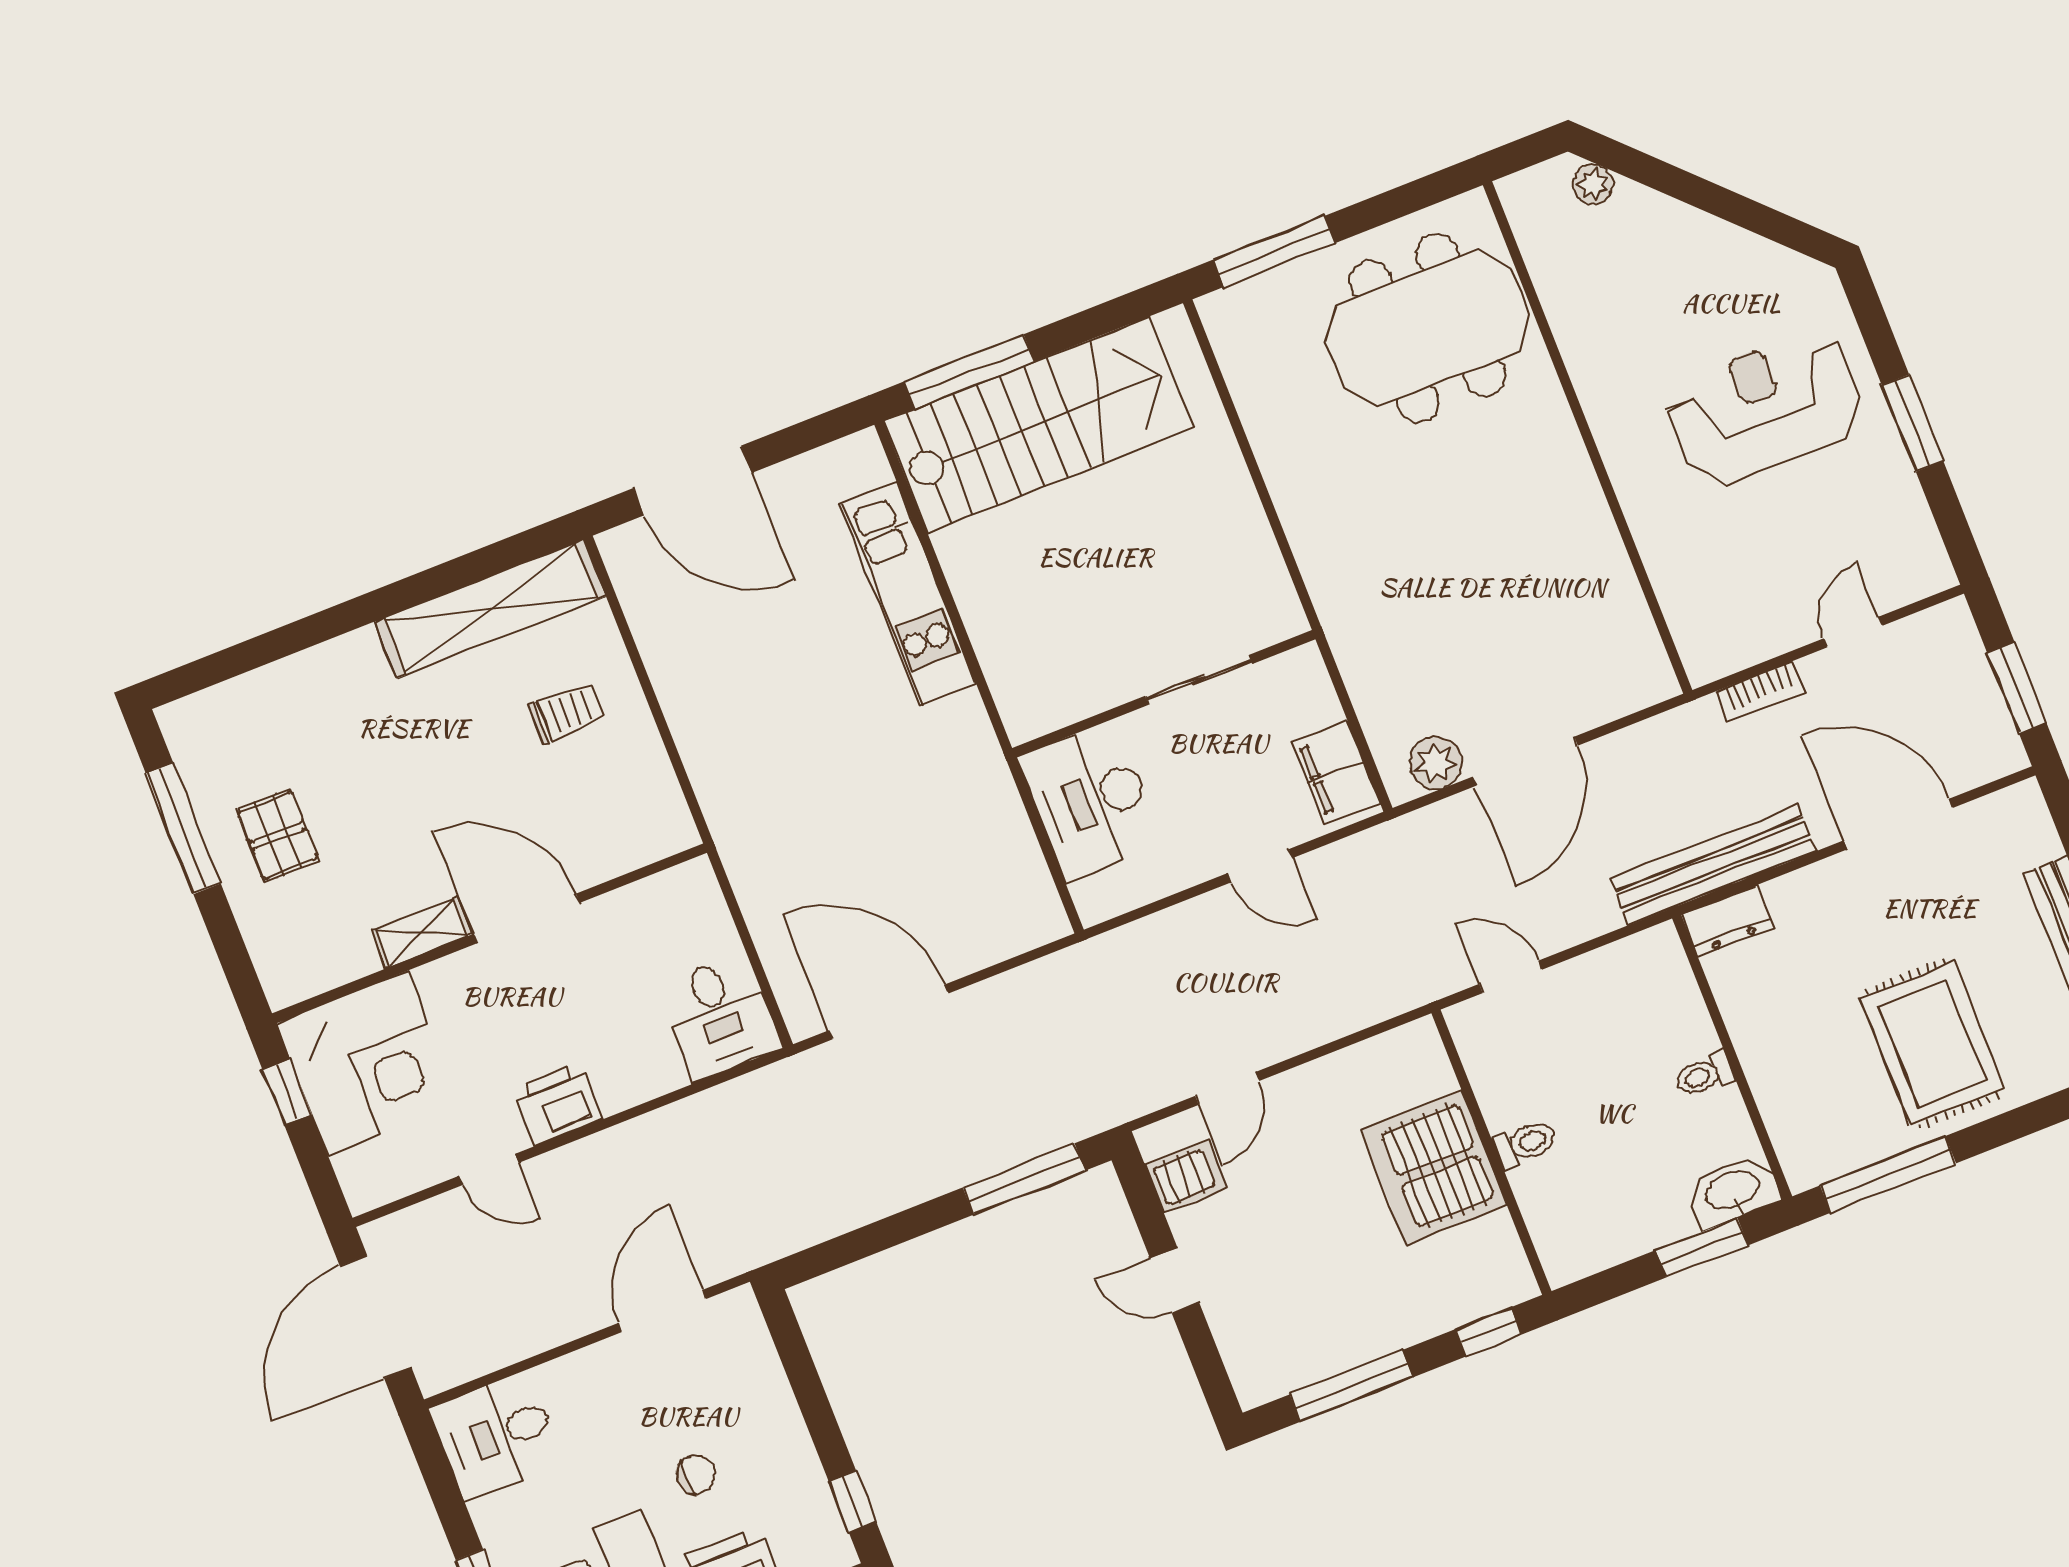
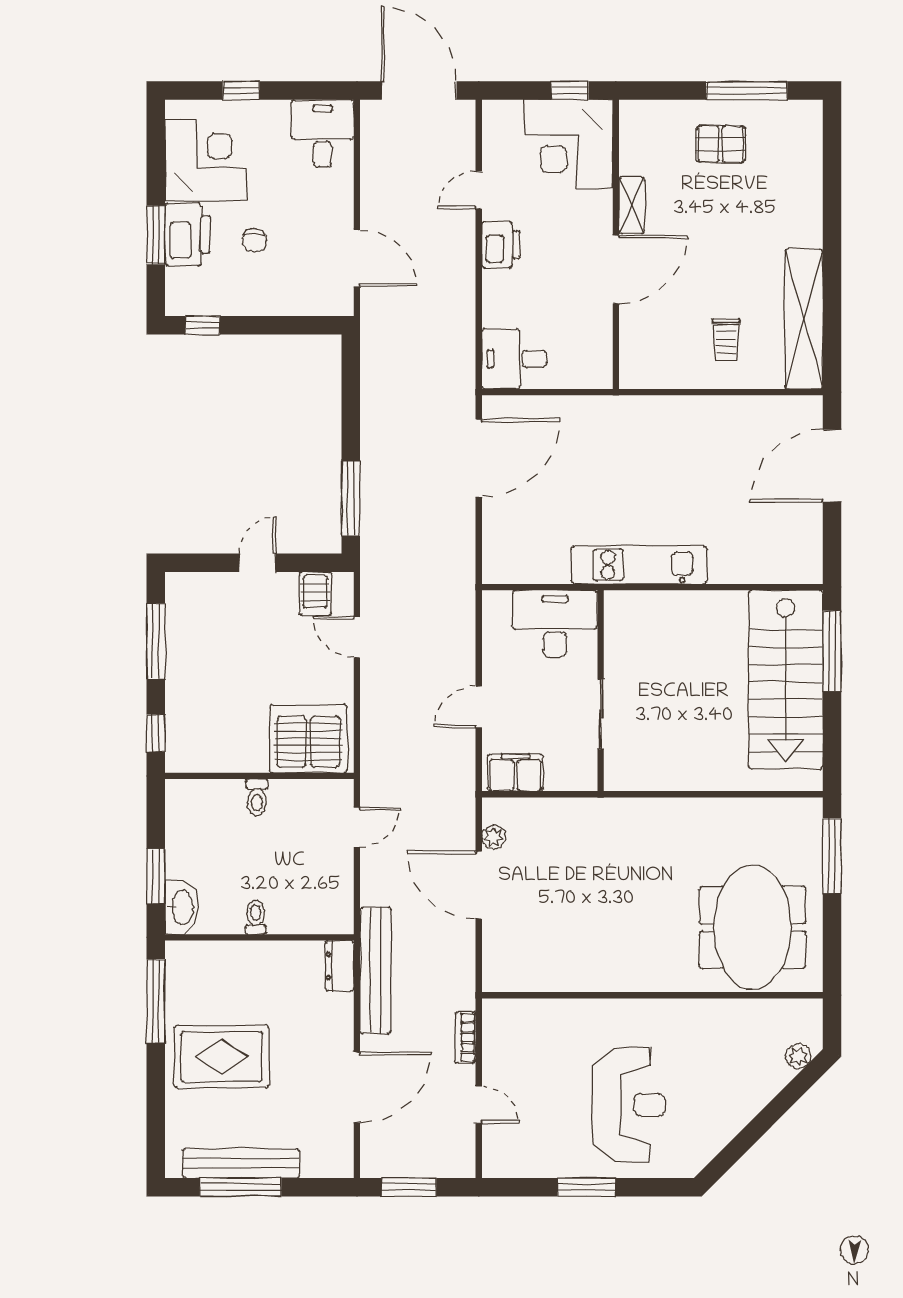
kitchen unit: (908, 594) -> (639, 565), moved
plant: (1436, 763) -> (494, 837), width x0.73, depth x0.73
server rack: (1434, 1167) -> (308, 739), moved

